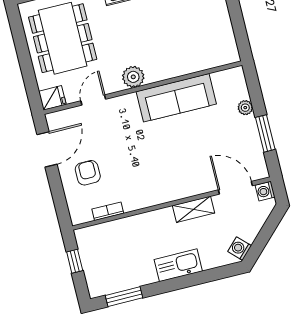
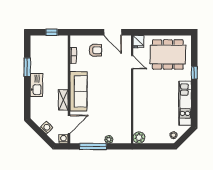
plant: (133, 77) -> (139, 138), moved
sofa: (176, 98) -> (78, 91), moved, turned 180
window: (265, 133) -> (93, 146), width x1.44
washing machine: (240, 249) -> (46, 128), moved
window: (124, 297) -> (27, 67), moved

